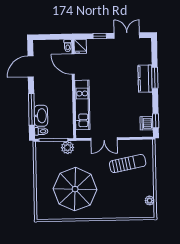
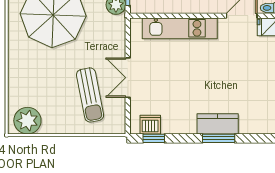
double door: (104, 139) -> (128, 78), moved
plant: (150, 200) -> (27, 121), width x1.87, depth x1.87

